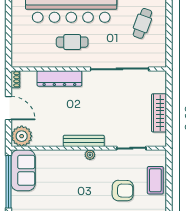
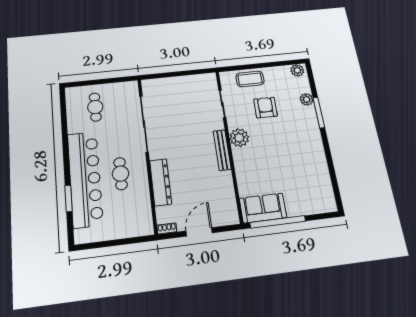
cafe table: (142, 23) -> (95, 107), turned 70
wardrobe: (159, 113) -> (184, 82), removed
plant: (22, 136) -> (227, 214), removed
plant: (90, 155) -> (239, 138), width x1.88, depth x1.88

